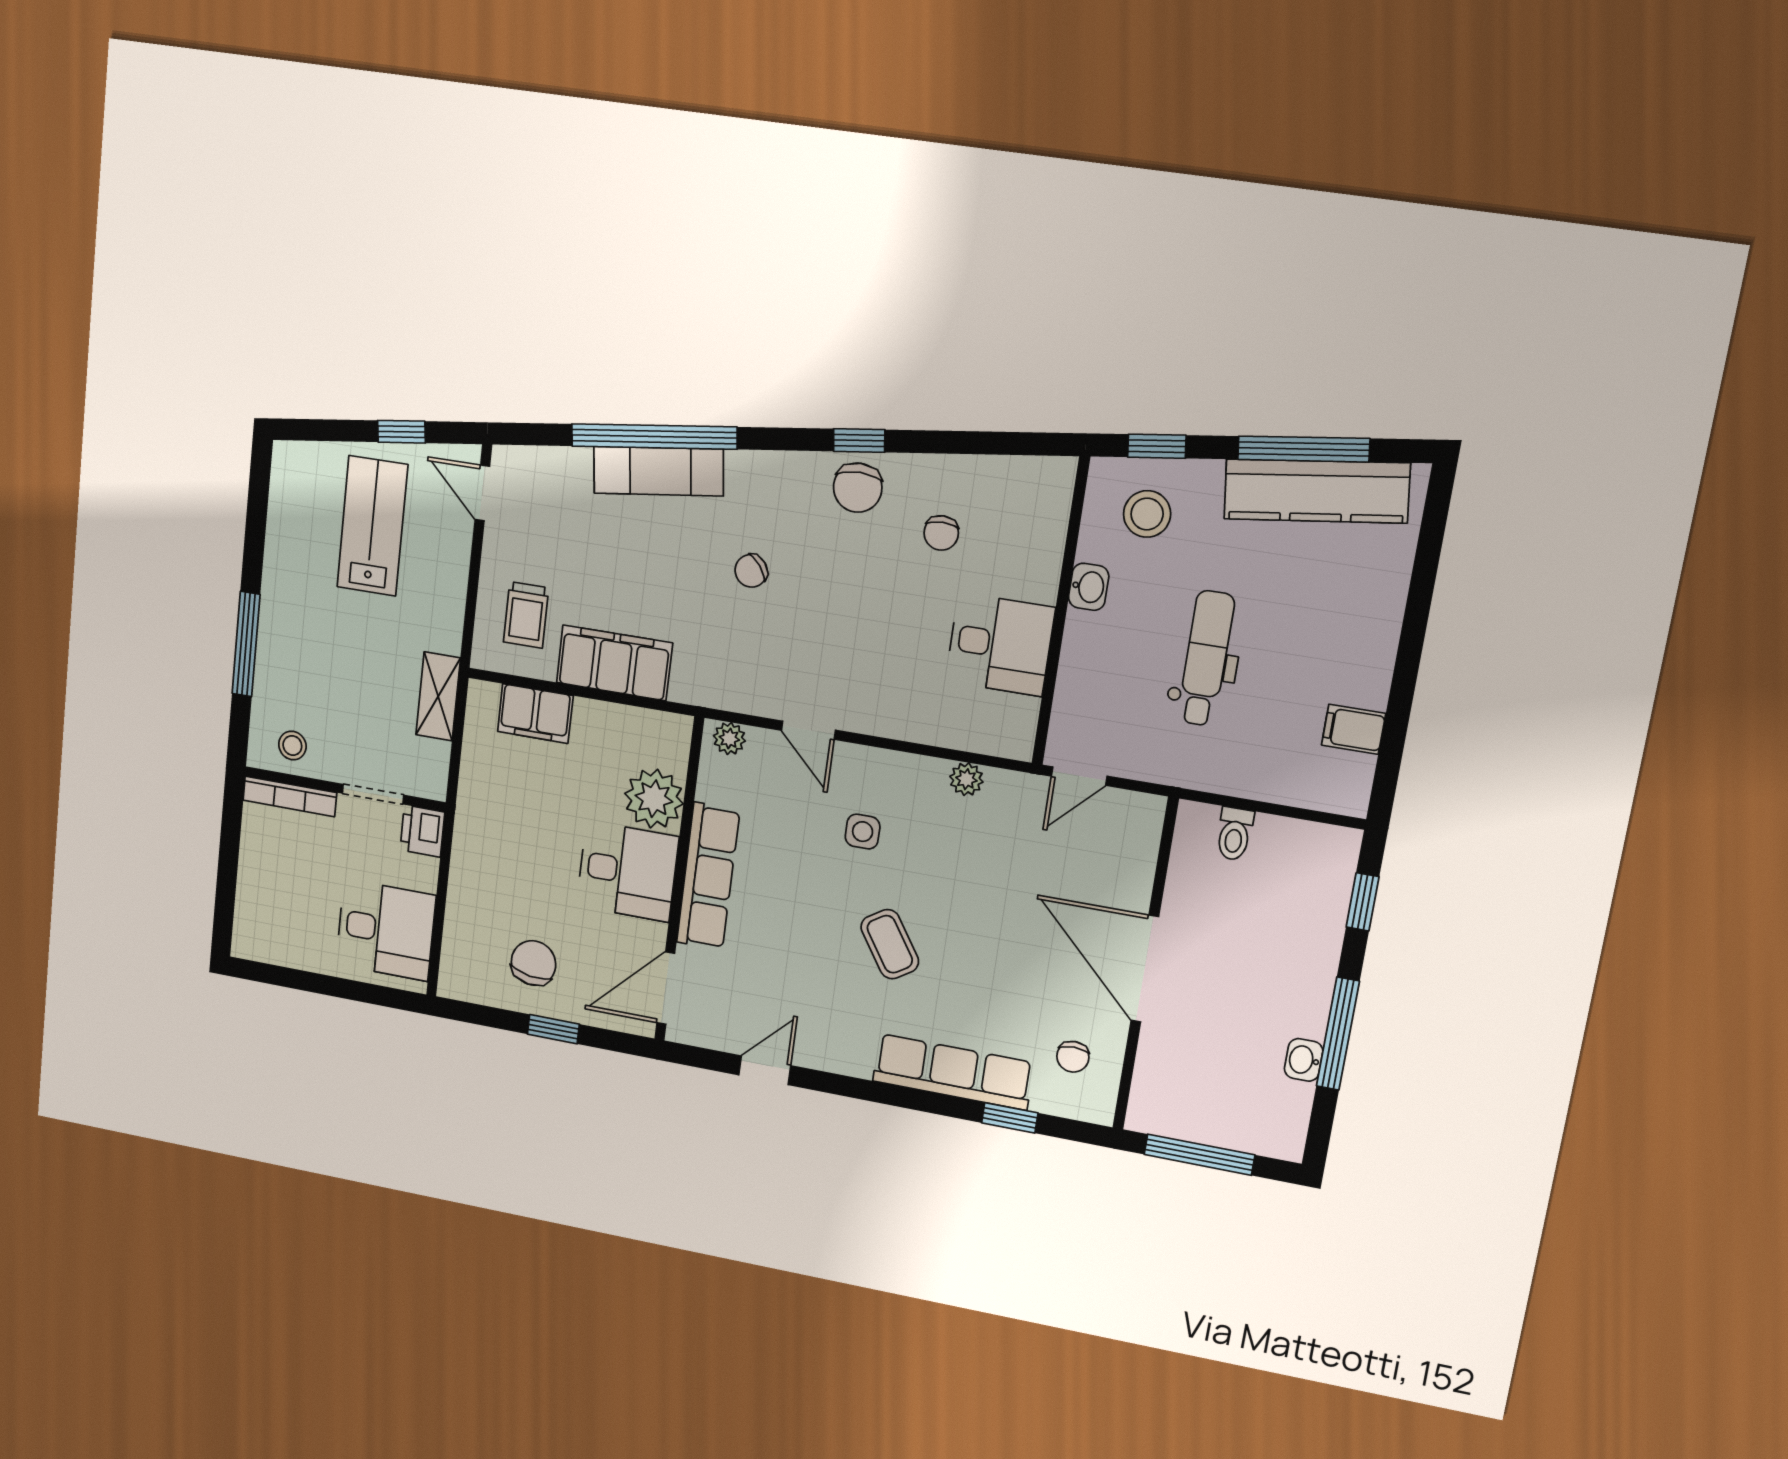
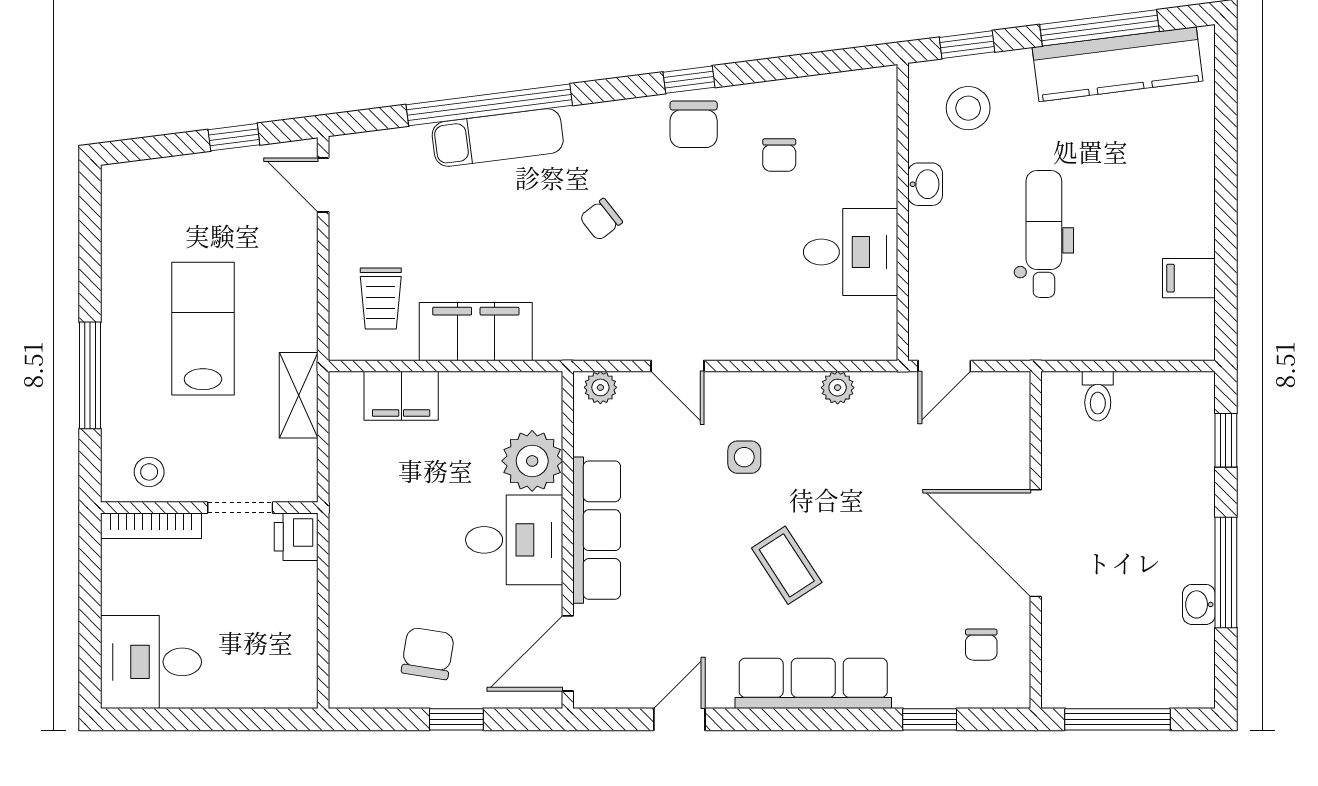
lab bench: (372, 526) -> (203, 329), moved
desk: (386, 930) -> (151, 662), moved, turned 180
row of seats: (953, 1072) -> (813, 683), moved

